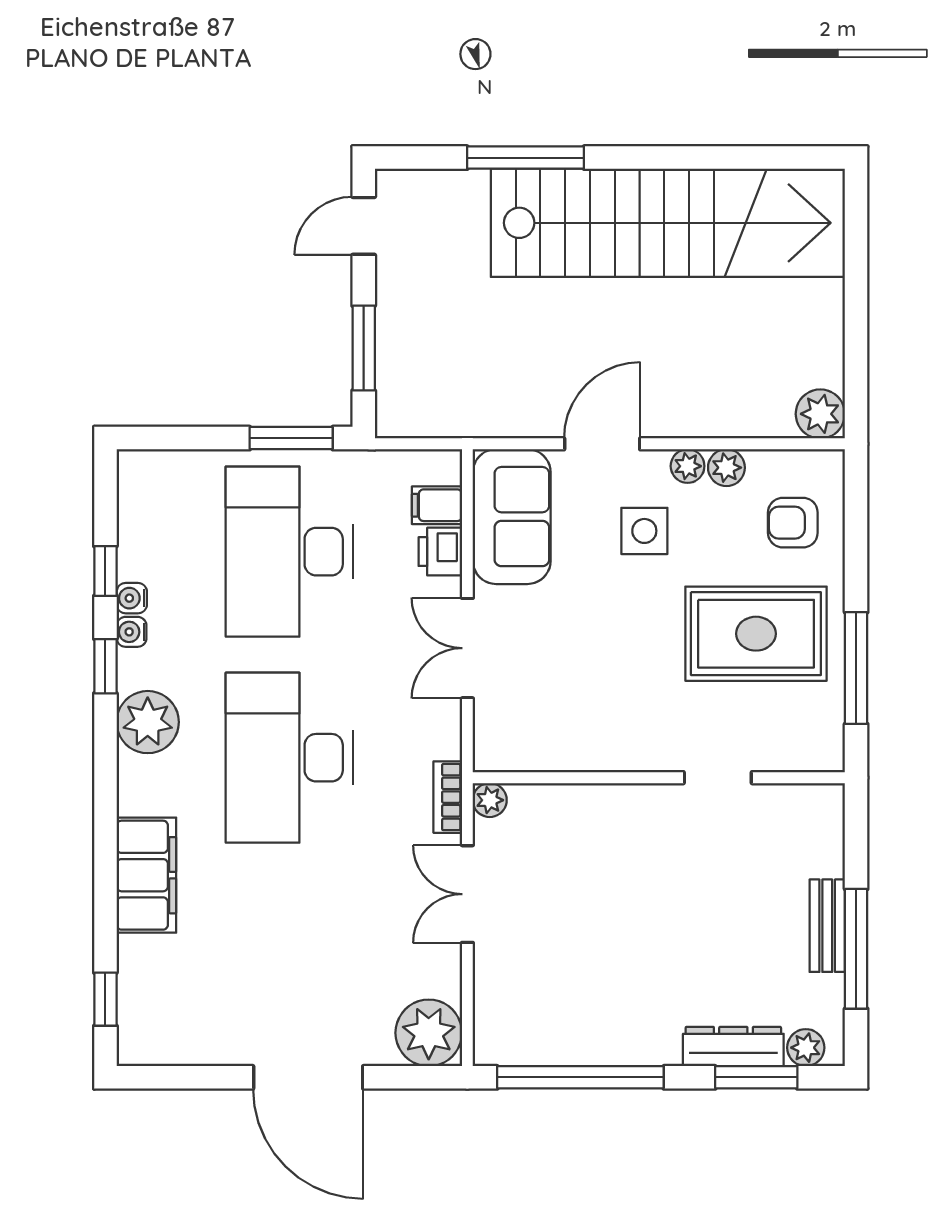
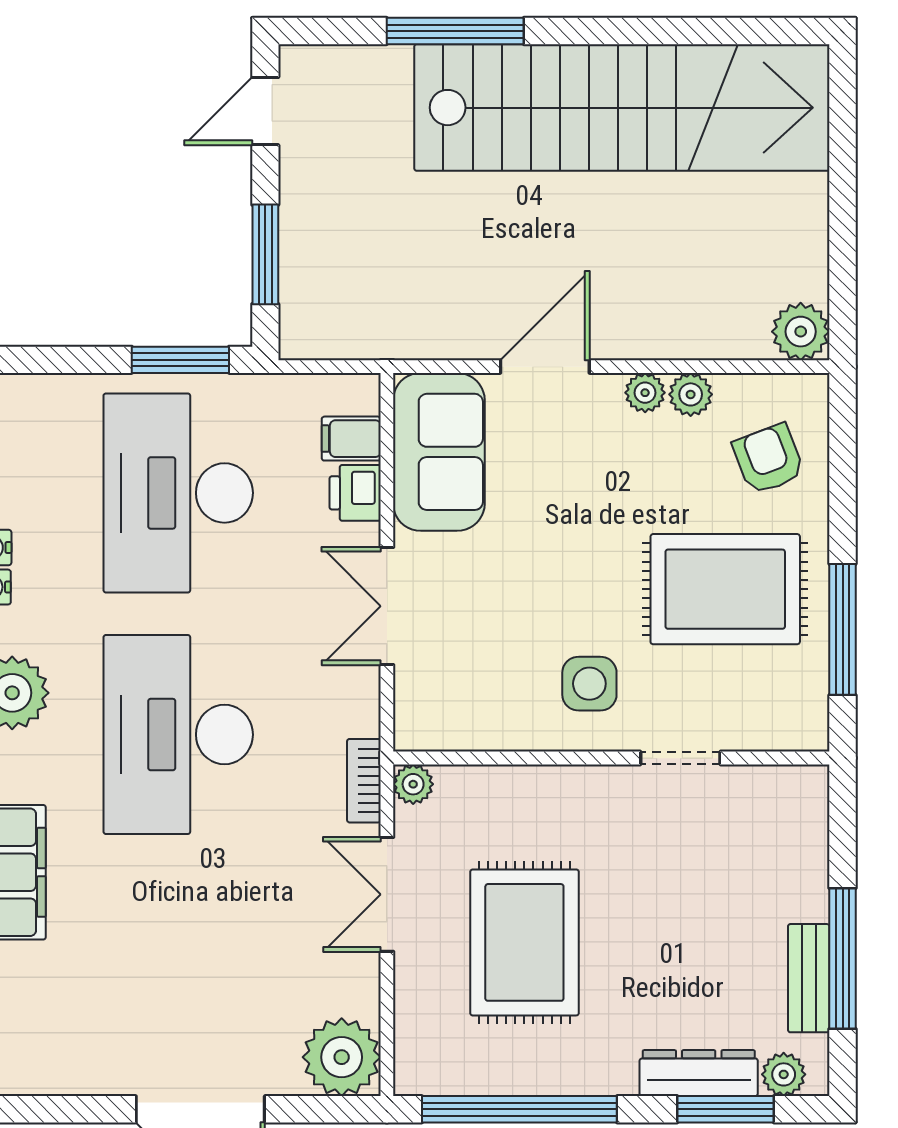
armchair: (793, 523) -> (768, 459), turned 69
side table: (644, 531) -> (589, 684), moved
bench: (827, 926) -> (809, 978), moved
rug: (585, 935) -> (524, 942), added

